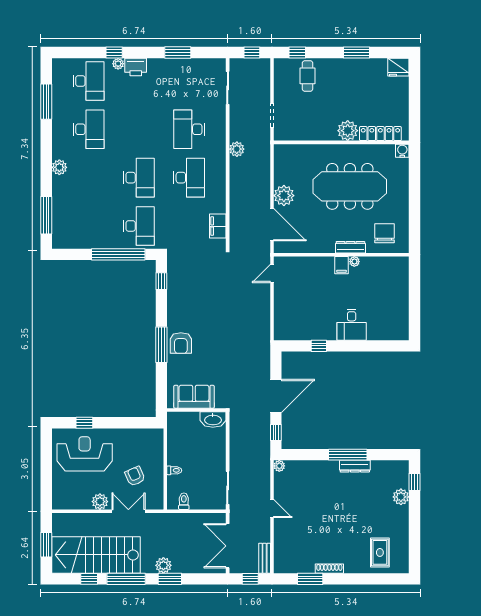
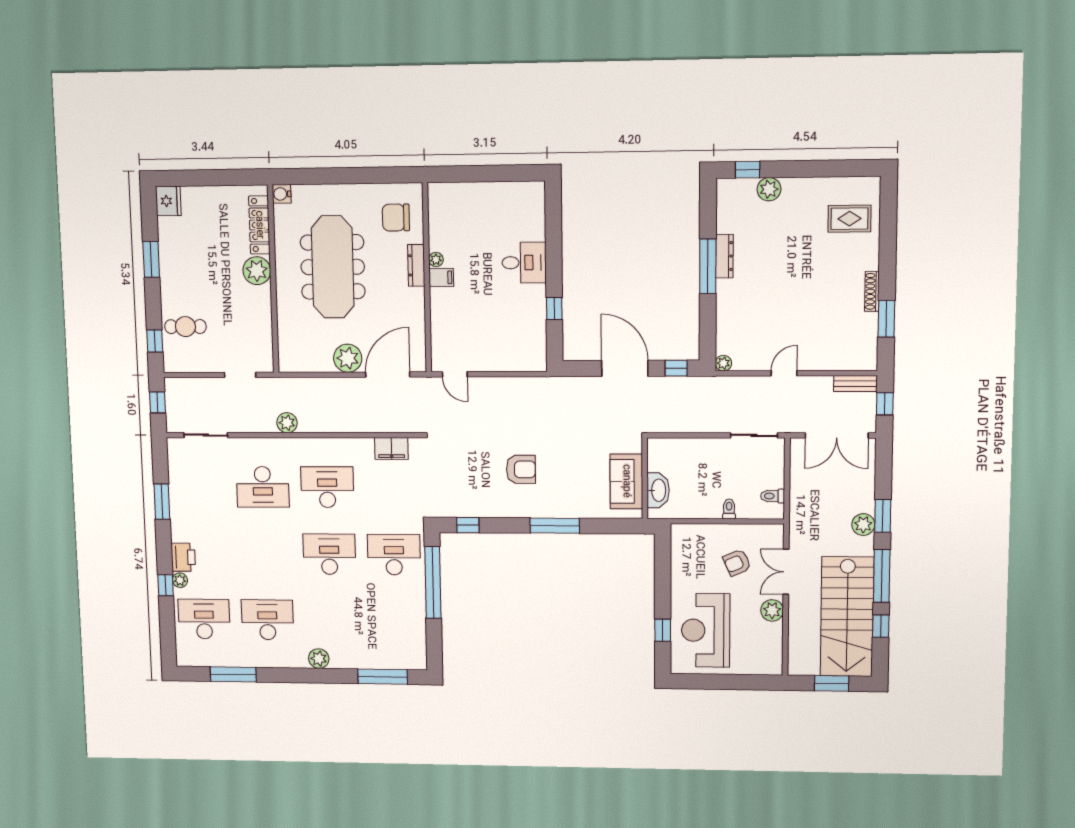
armchair: (181, 343) -> (521, 469), moved
washbasin: (213, 420) -> (658, 490), moved

